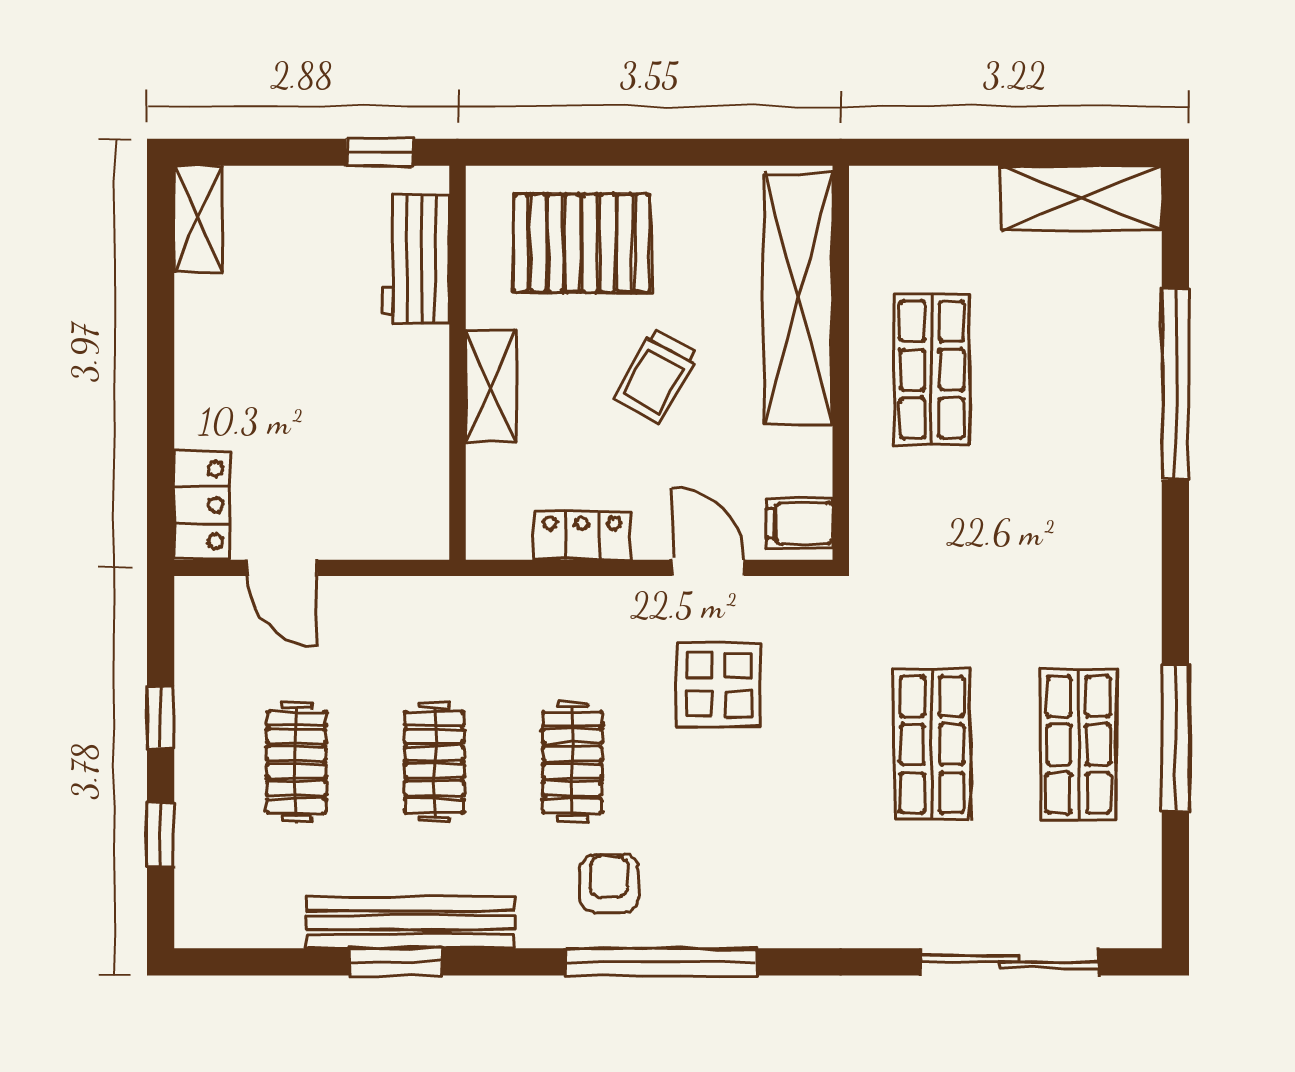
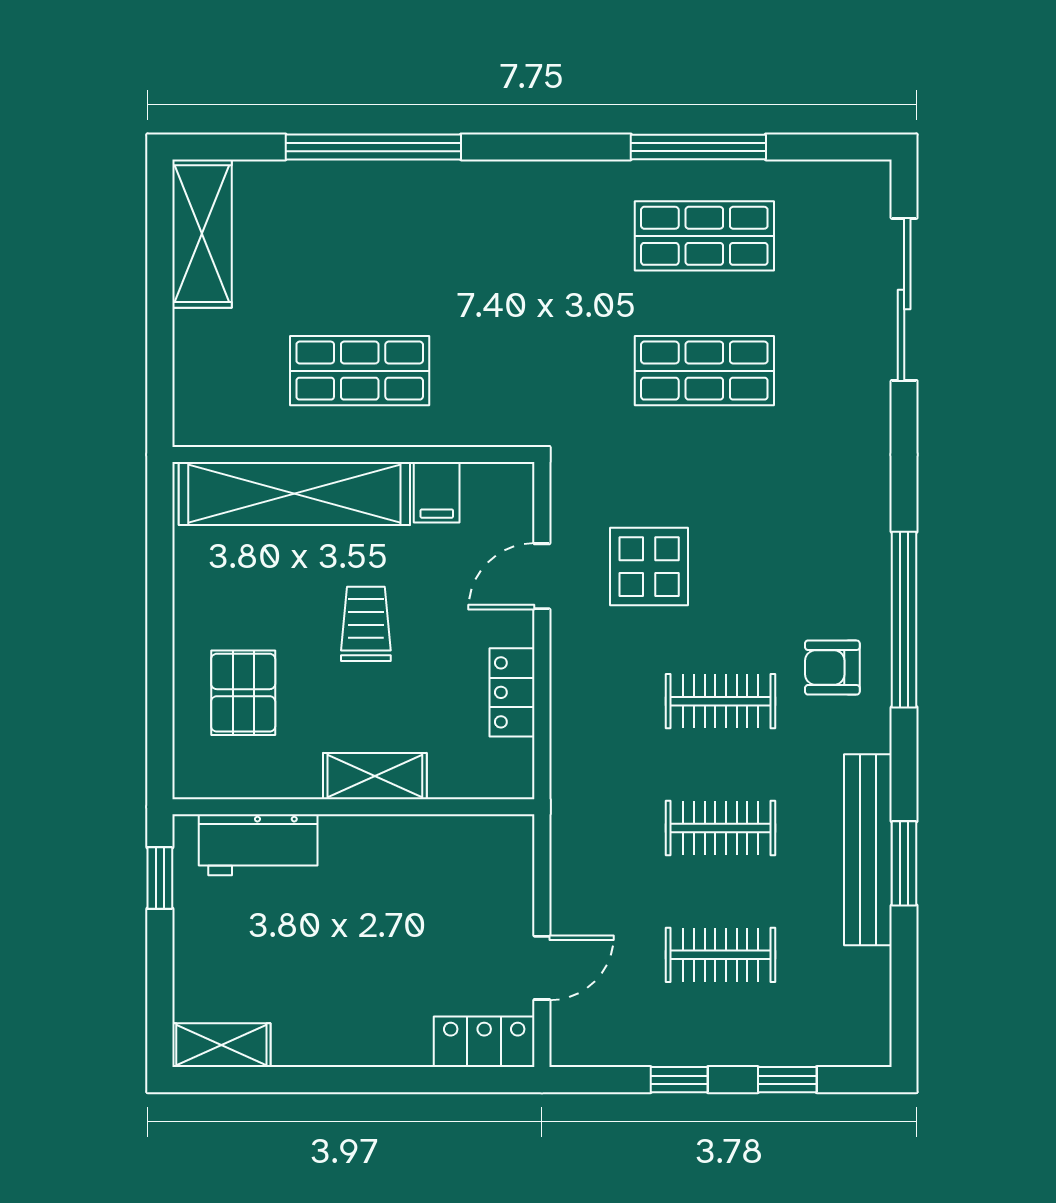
pallet: (582, 243) -> (243, 693), width x0.67, depth x0.71
trolley: (656, 376) -> (366, 624), turned -119
filing cabinet: (800, 523) -> (437, 492), moved

